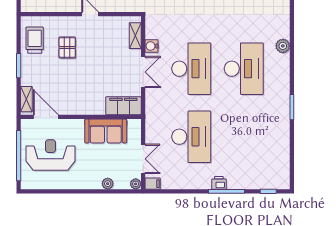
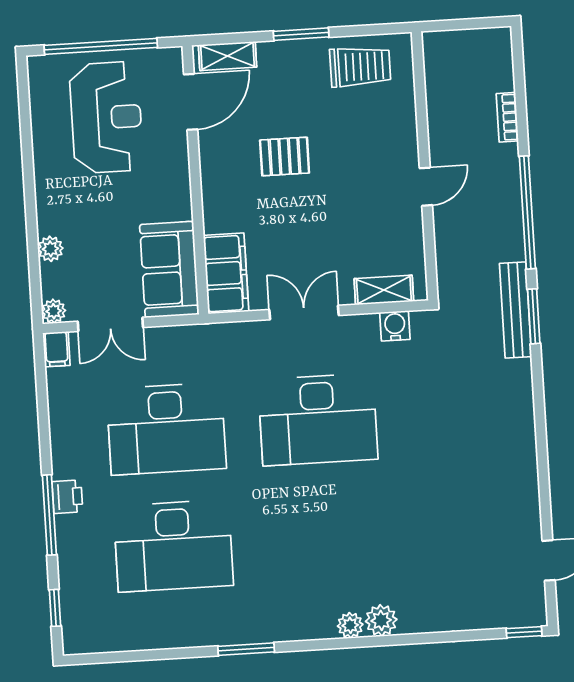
water cooler: (152, 46) -> (395, 326), moved
pallet: (67, 47) -> (285, 156), moved
plant: (284, 60) -> (350, 625), added
desk: (244, 69) -> (173, 546), moved
double door: (143, 72) -> (304, 313), swing flipped
sofa: (106, 131) -> (169, 269), moved

